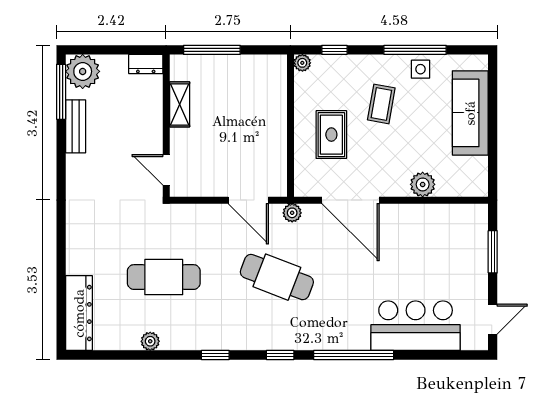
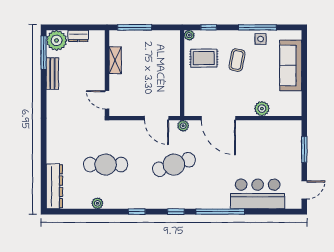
dresser: (146, 64) -> (78, 36), moved
rug: (331, 135) -> (204, 58), moved, turned 90
cafe table: (277, 277) -> (174, 165), turned -39

